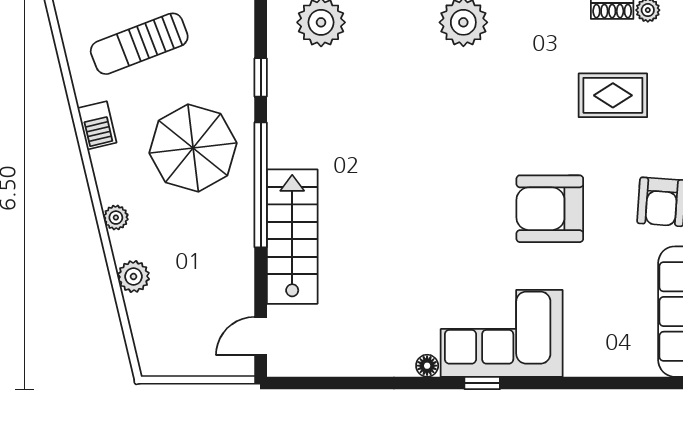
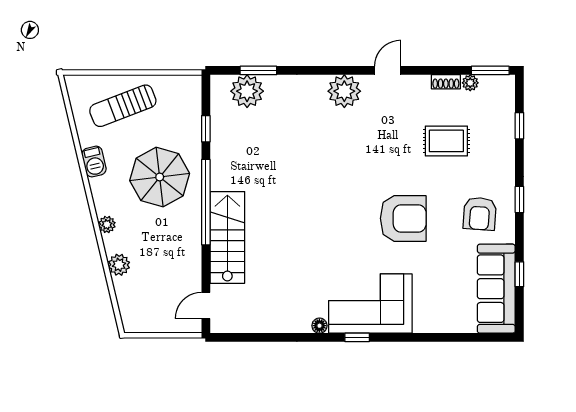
armchair: (550, 209) -> (403, 218), turned 180

